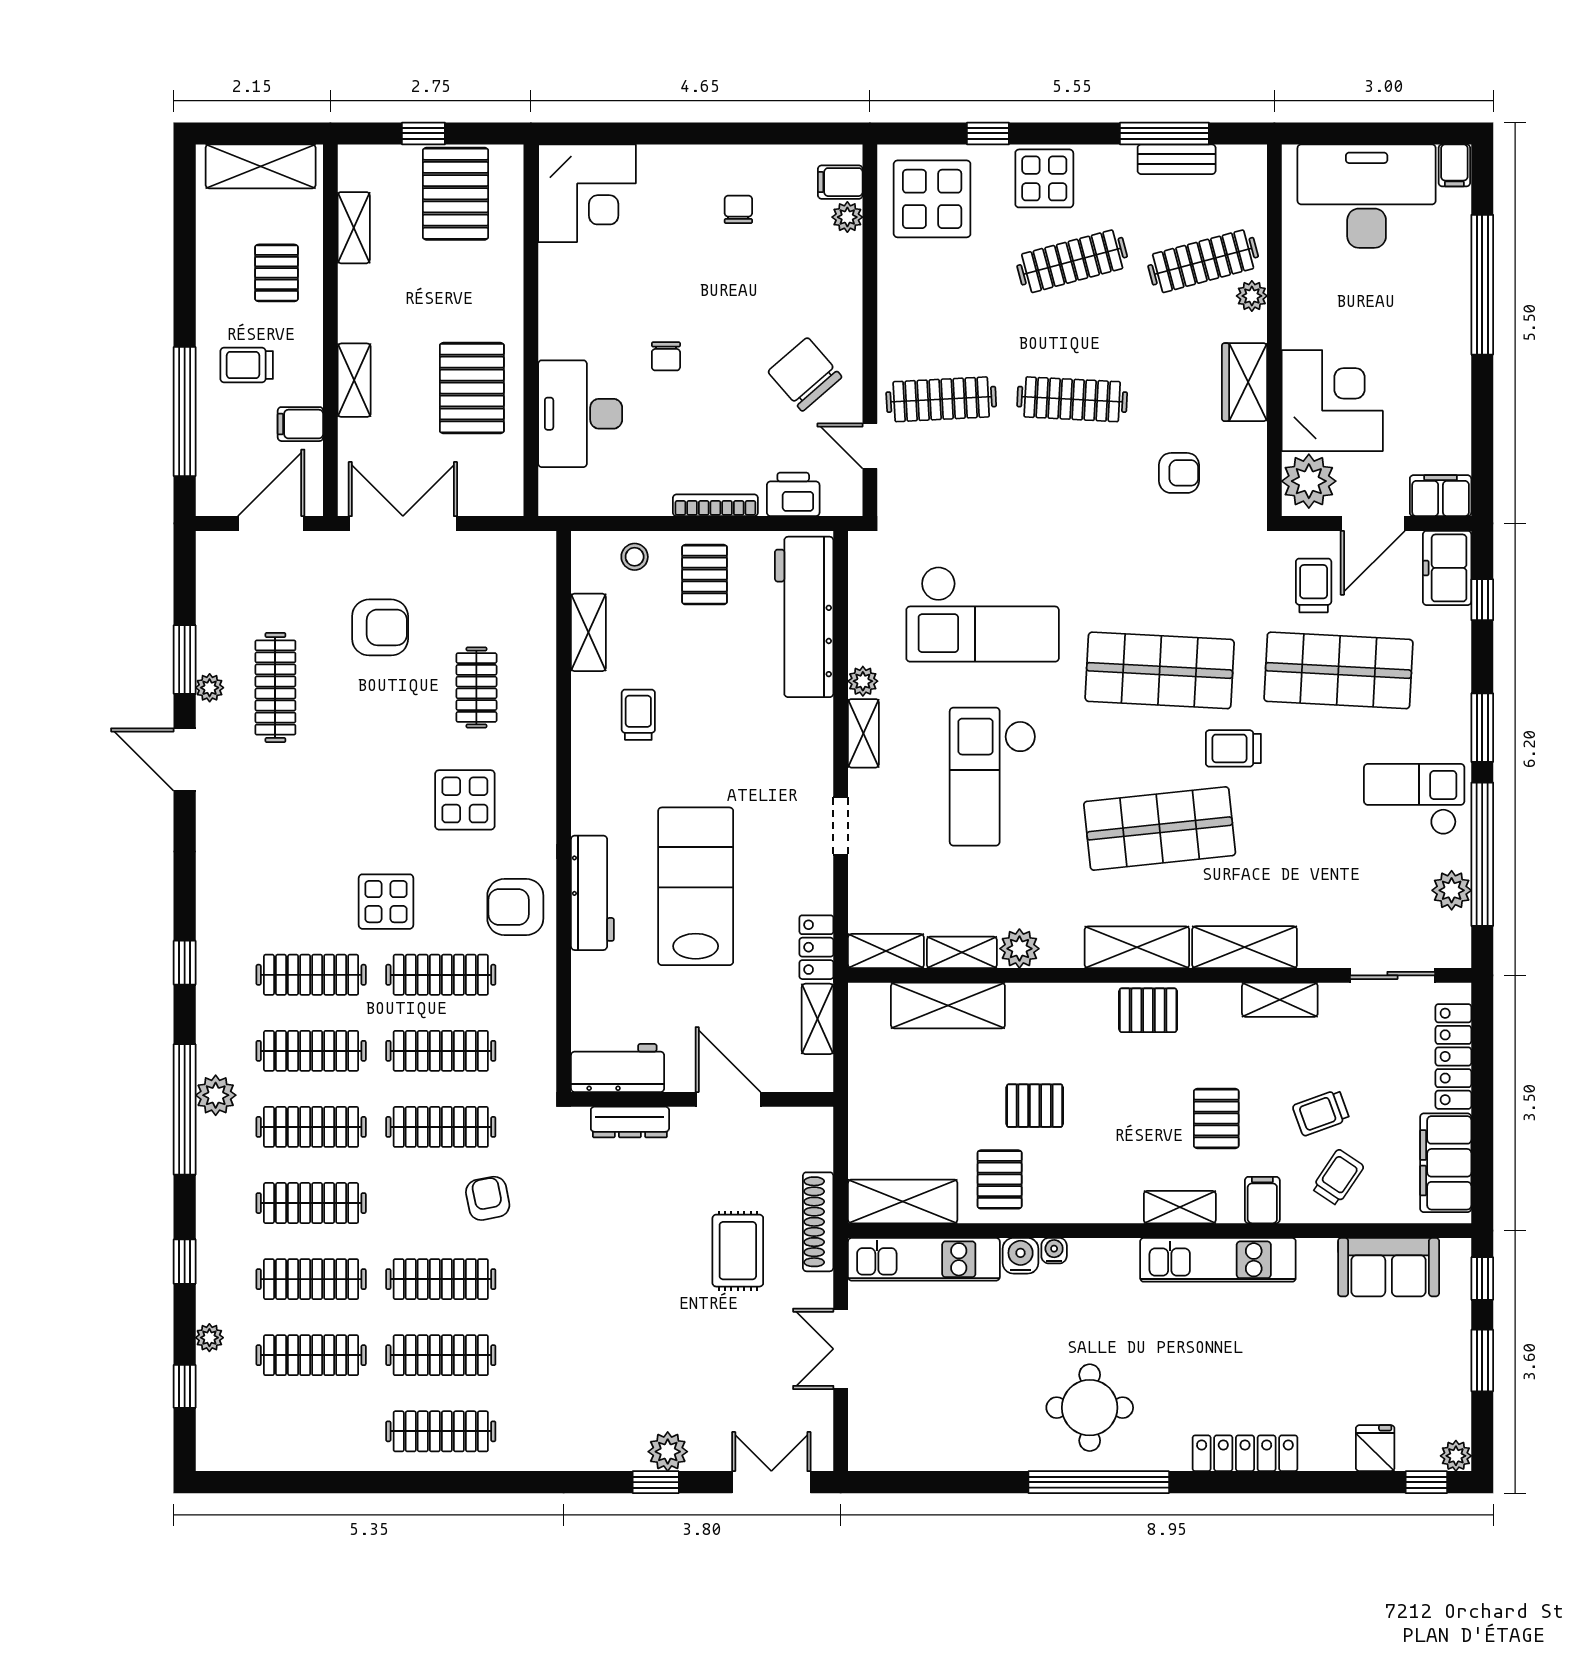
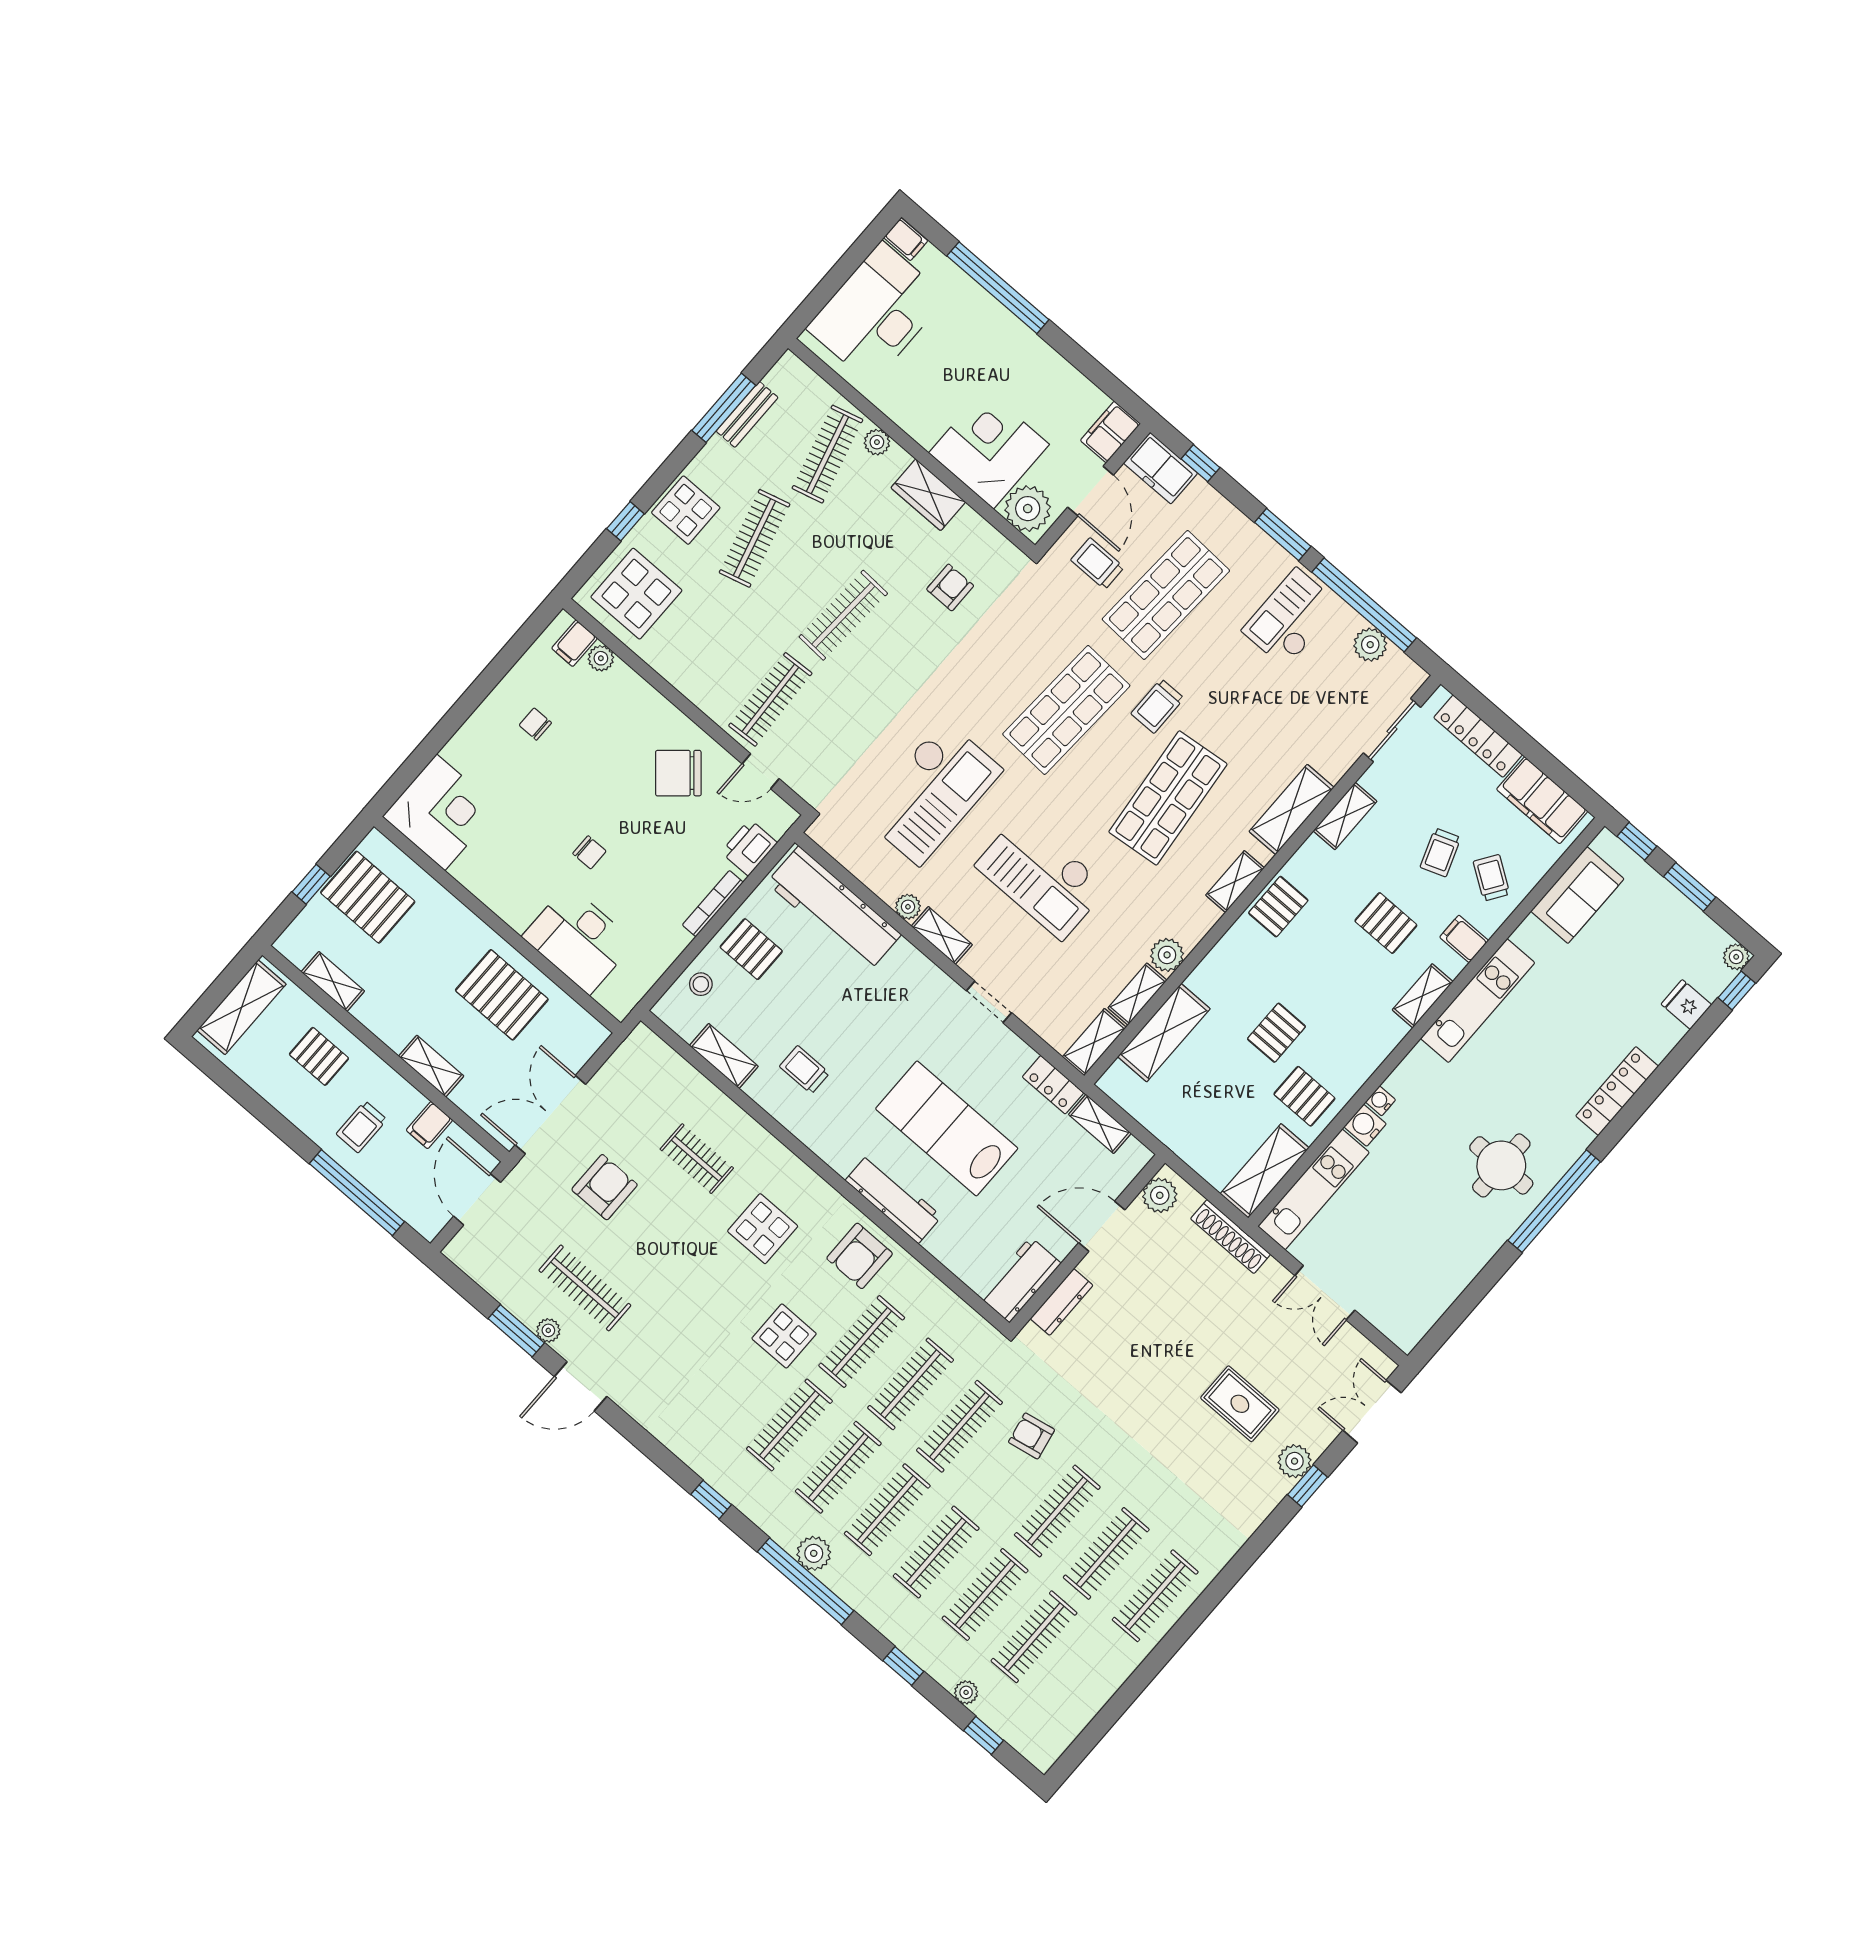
shelving: (1137, 947) -> (1235, 882), width x0.67, depth x0.75
plant: (800, 1127) -> (1160, 1195), added
rug: (738, 1251) -> (1240, 1404), moved

